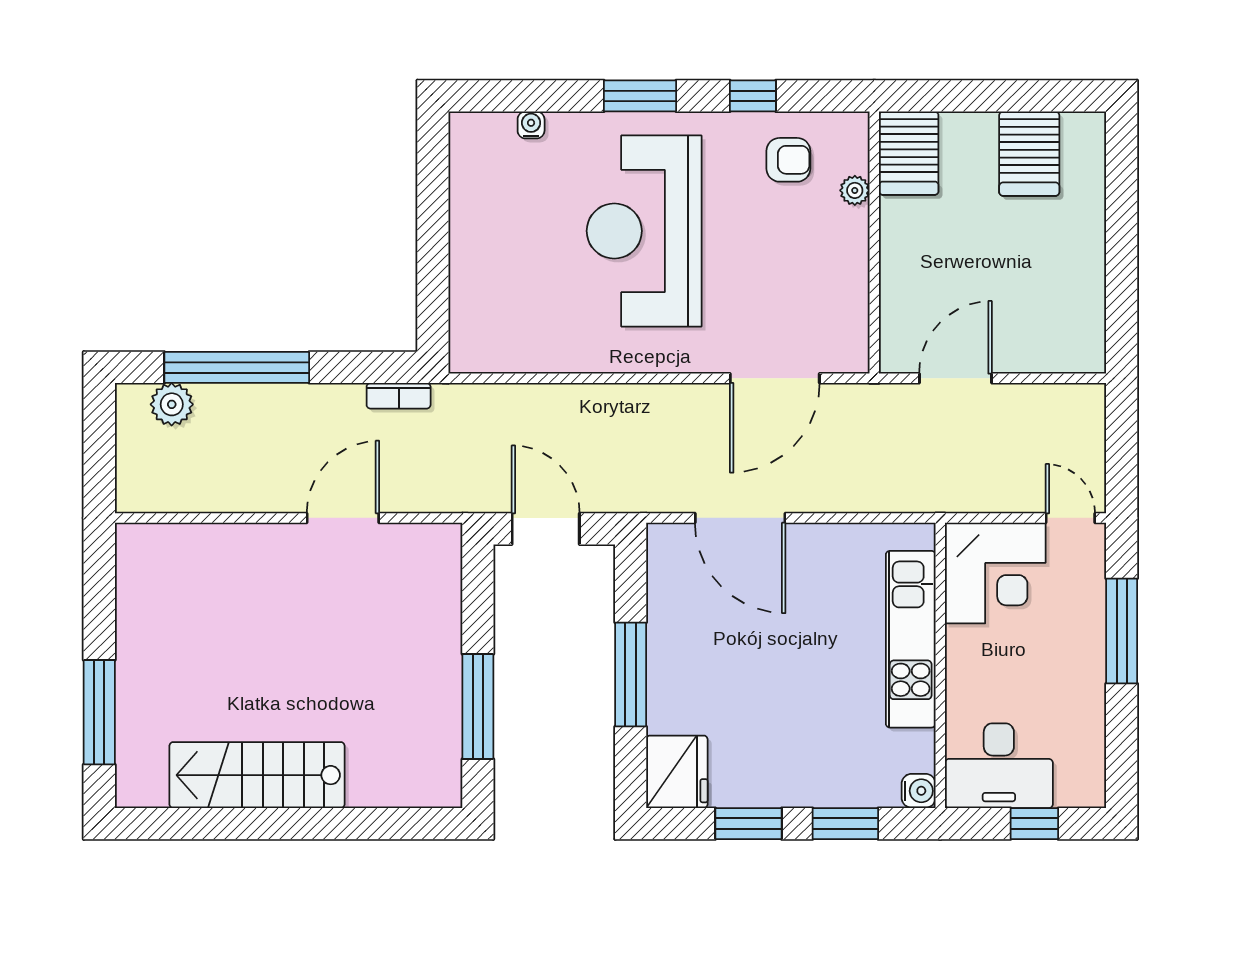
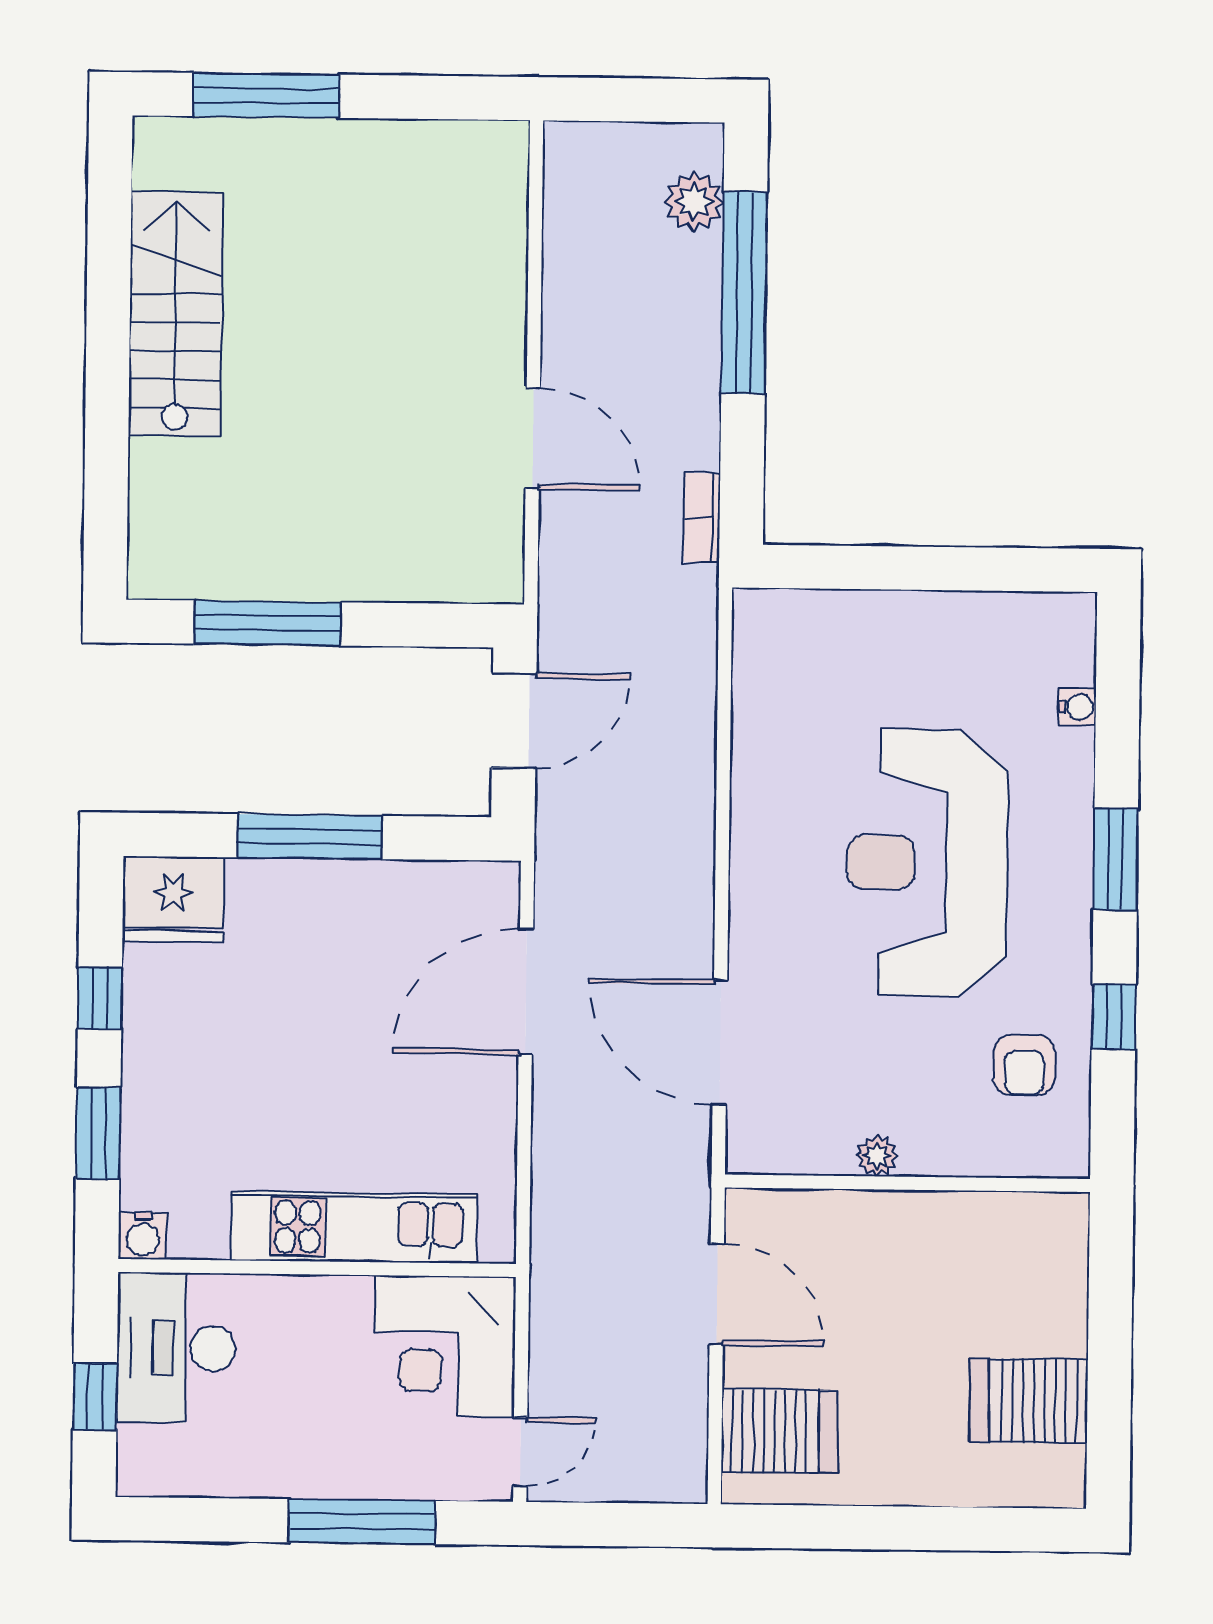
server rack: (909, 153) -> (780, 1431), moved, turned 180
plant: (855, 190) -> (877, 1156), moved
reception desk: (644, 231) -> (927, 863), turned -90
window: (748, 824) -> (100, 998), width x0.67

